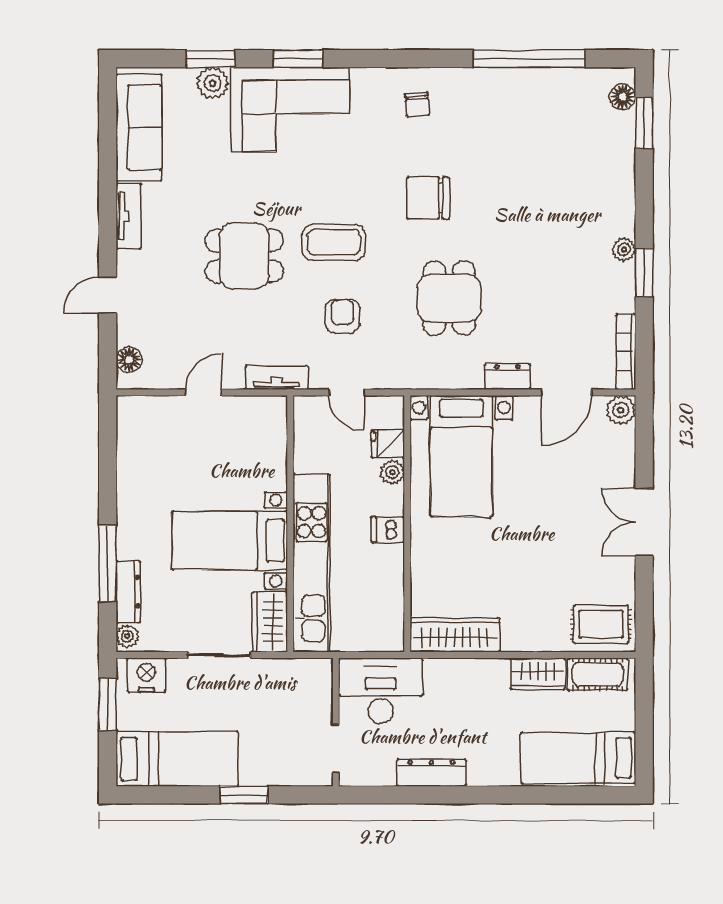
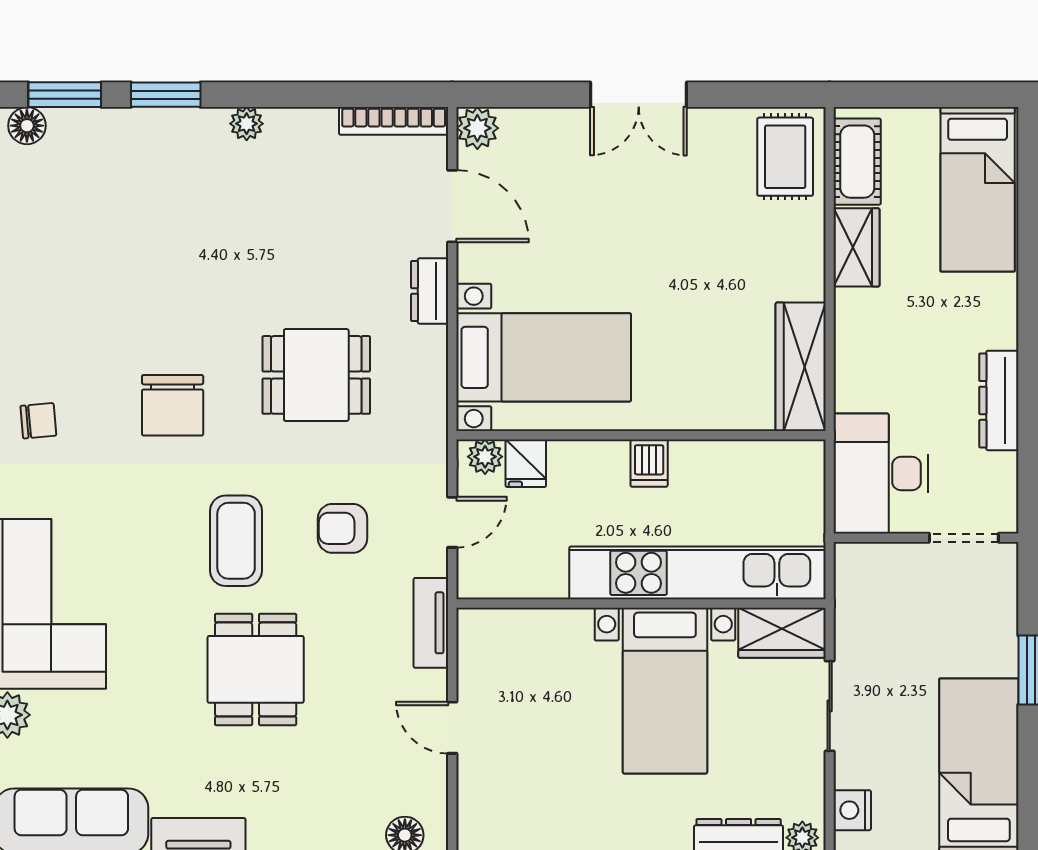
window: (644, 273) -> (166, 95), moved
plant: (392, 472) -> (485, 457), moved
nightstand: (146, 675) -> (852, 810), width x0.74, depth x0.75

